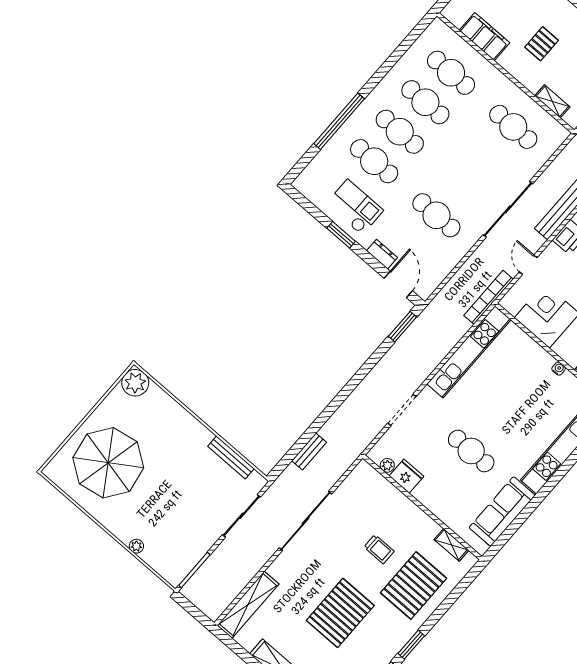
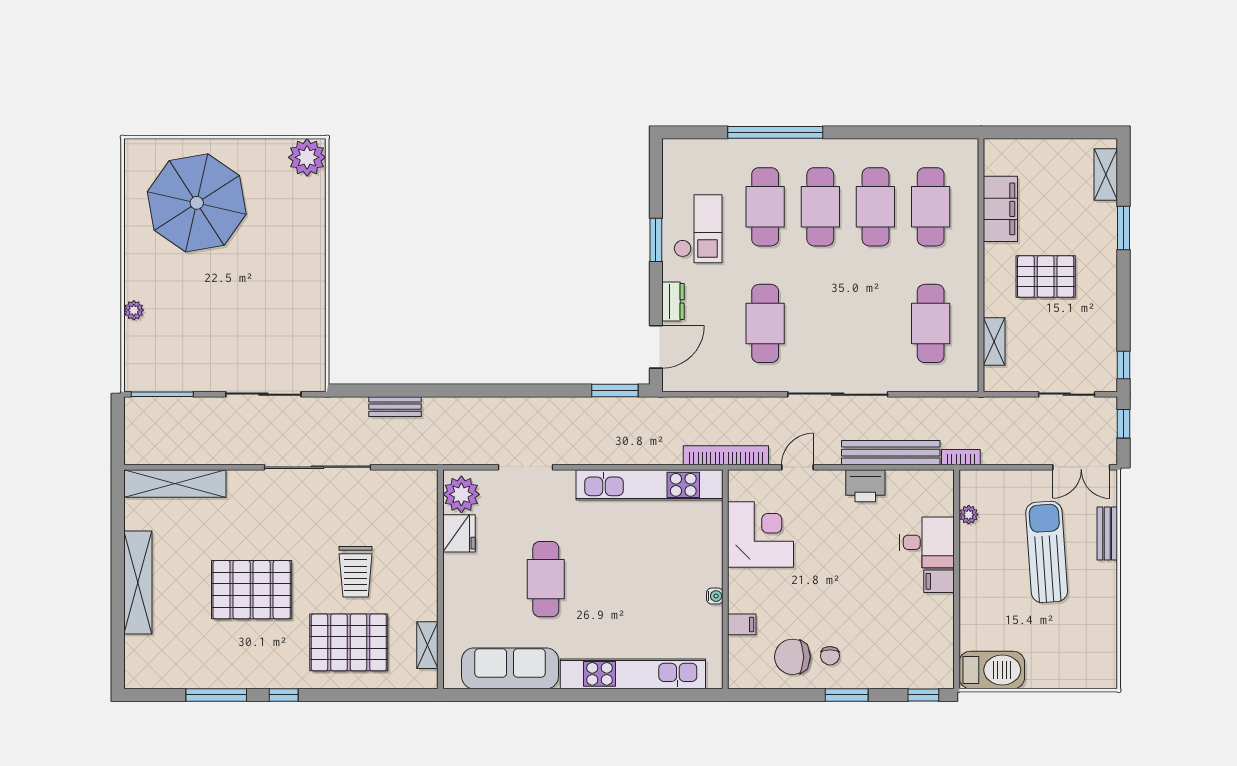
pallet: (542, 44) -> (1046, 276), width x1.50, depth x1.42
bench: (231, 457) -> (316, 329), removed
plant: (387, 465) -> (461, 494), width x1.88, depth x1.88
trolley: (379, 549) -> (356, 572), width x1.36, depth x1.39
window: (411, 645) -> (284, 695), width x0.67

